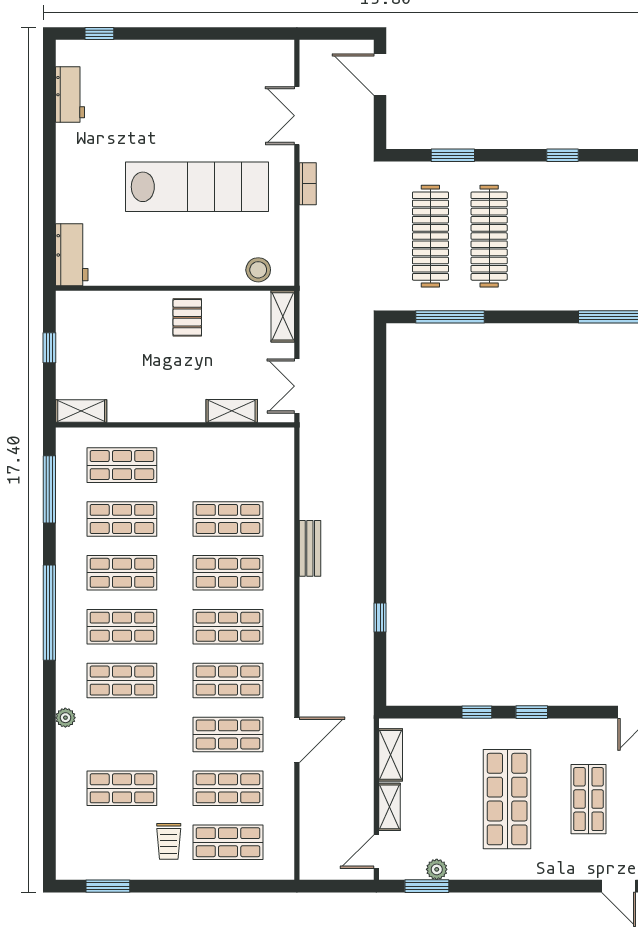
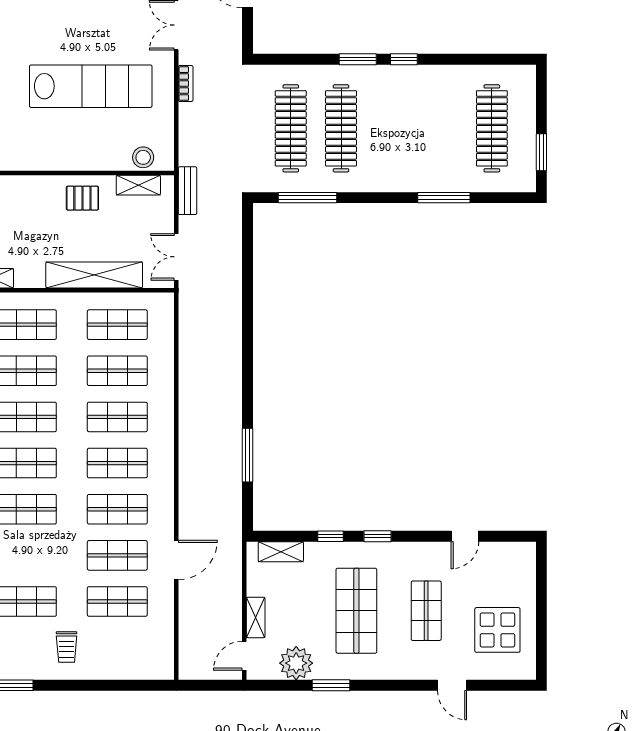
window: (453, 155) -> (358, 59), moved
shelving: (283, 316) -> (138, 185), moved, turned 90
pallet: (187, 317) -> (82, 198), turned 90
shelving: (232, 411) -> (94, 275), width x2.20, depth x1.33
bench: (310, 548) -> (188, 191), moved
window: (380, 617) -> (248, 455), width x2.17
shelving: (391, 755) -> (281, 552), moved, turned 90
shop shelf: (228, 842) -> (117, 325), moved
plant: (437, 869) -> (296, 663), width x1.87, depth x1.87
window: (427, 886) -> (331, 685), moved

